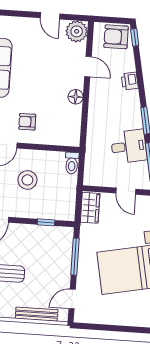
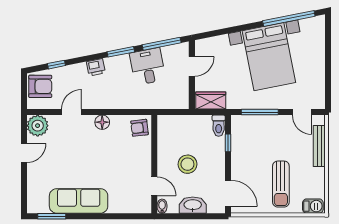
armchair: (116, 37) -> (40, 86), turned -90
window: (135, 37) -> (56, 65), moved
printer: (130, 81) -> (96, 67), moved
armchair: (27, 122) -> (140, 128), moved, turned 84
toilet: (72, 163) -> (219, 126), moved, turned 90

